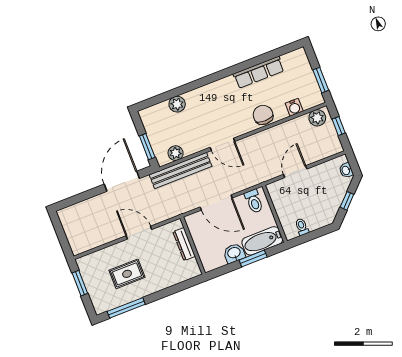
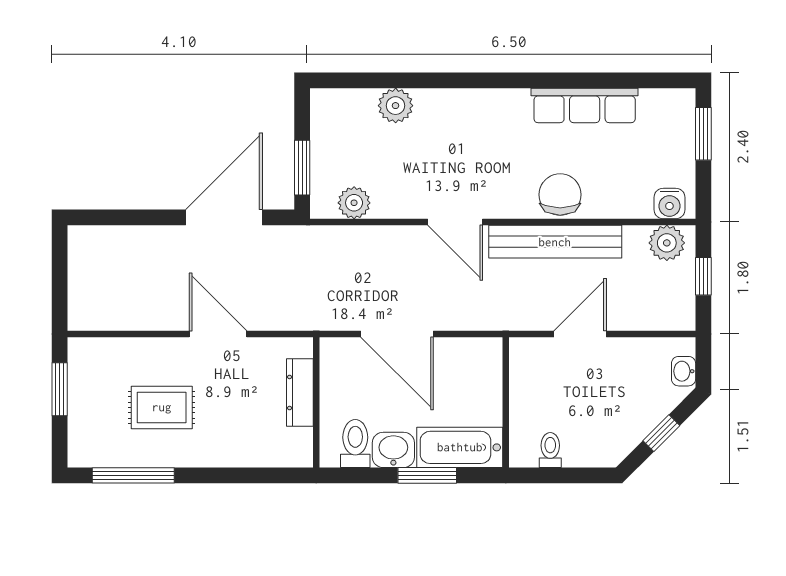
window: (321, 80) -> (703, 134), moved
water cooler: (294, 107) -> (669, 204), moved
bench: (181, 170) -> (555, 242), moved
toilet: (254, 201) -> (355, 444), moved, turned 180

